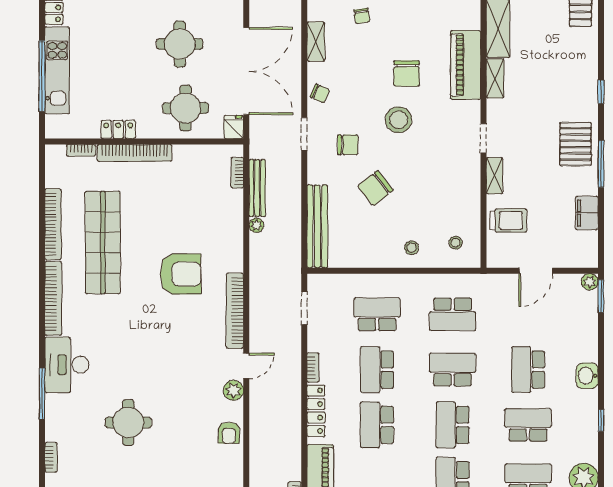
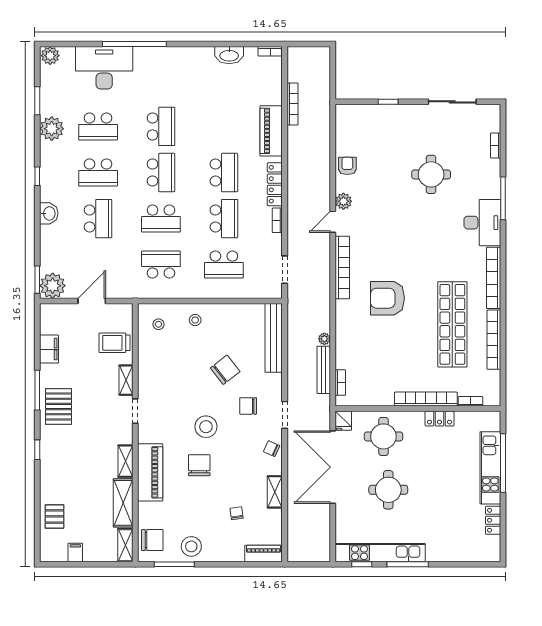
plant: (590, 282) -> (53, 286), width x1.88, depth x1.88

